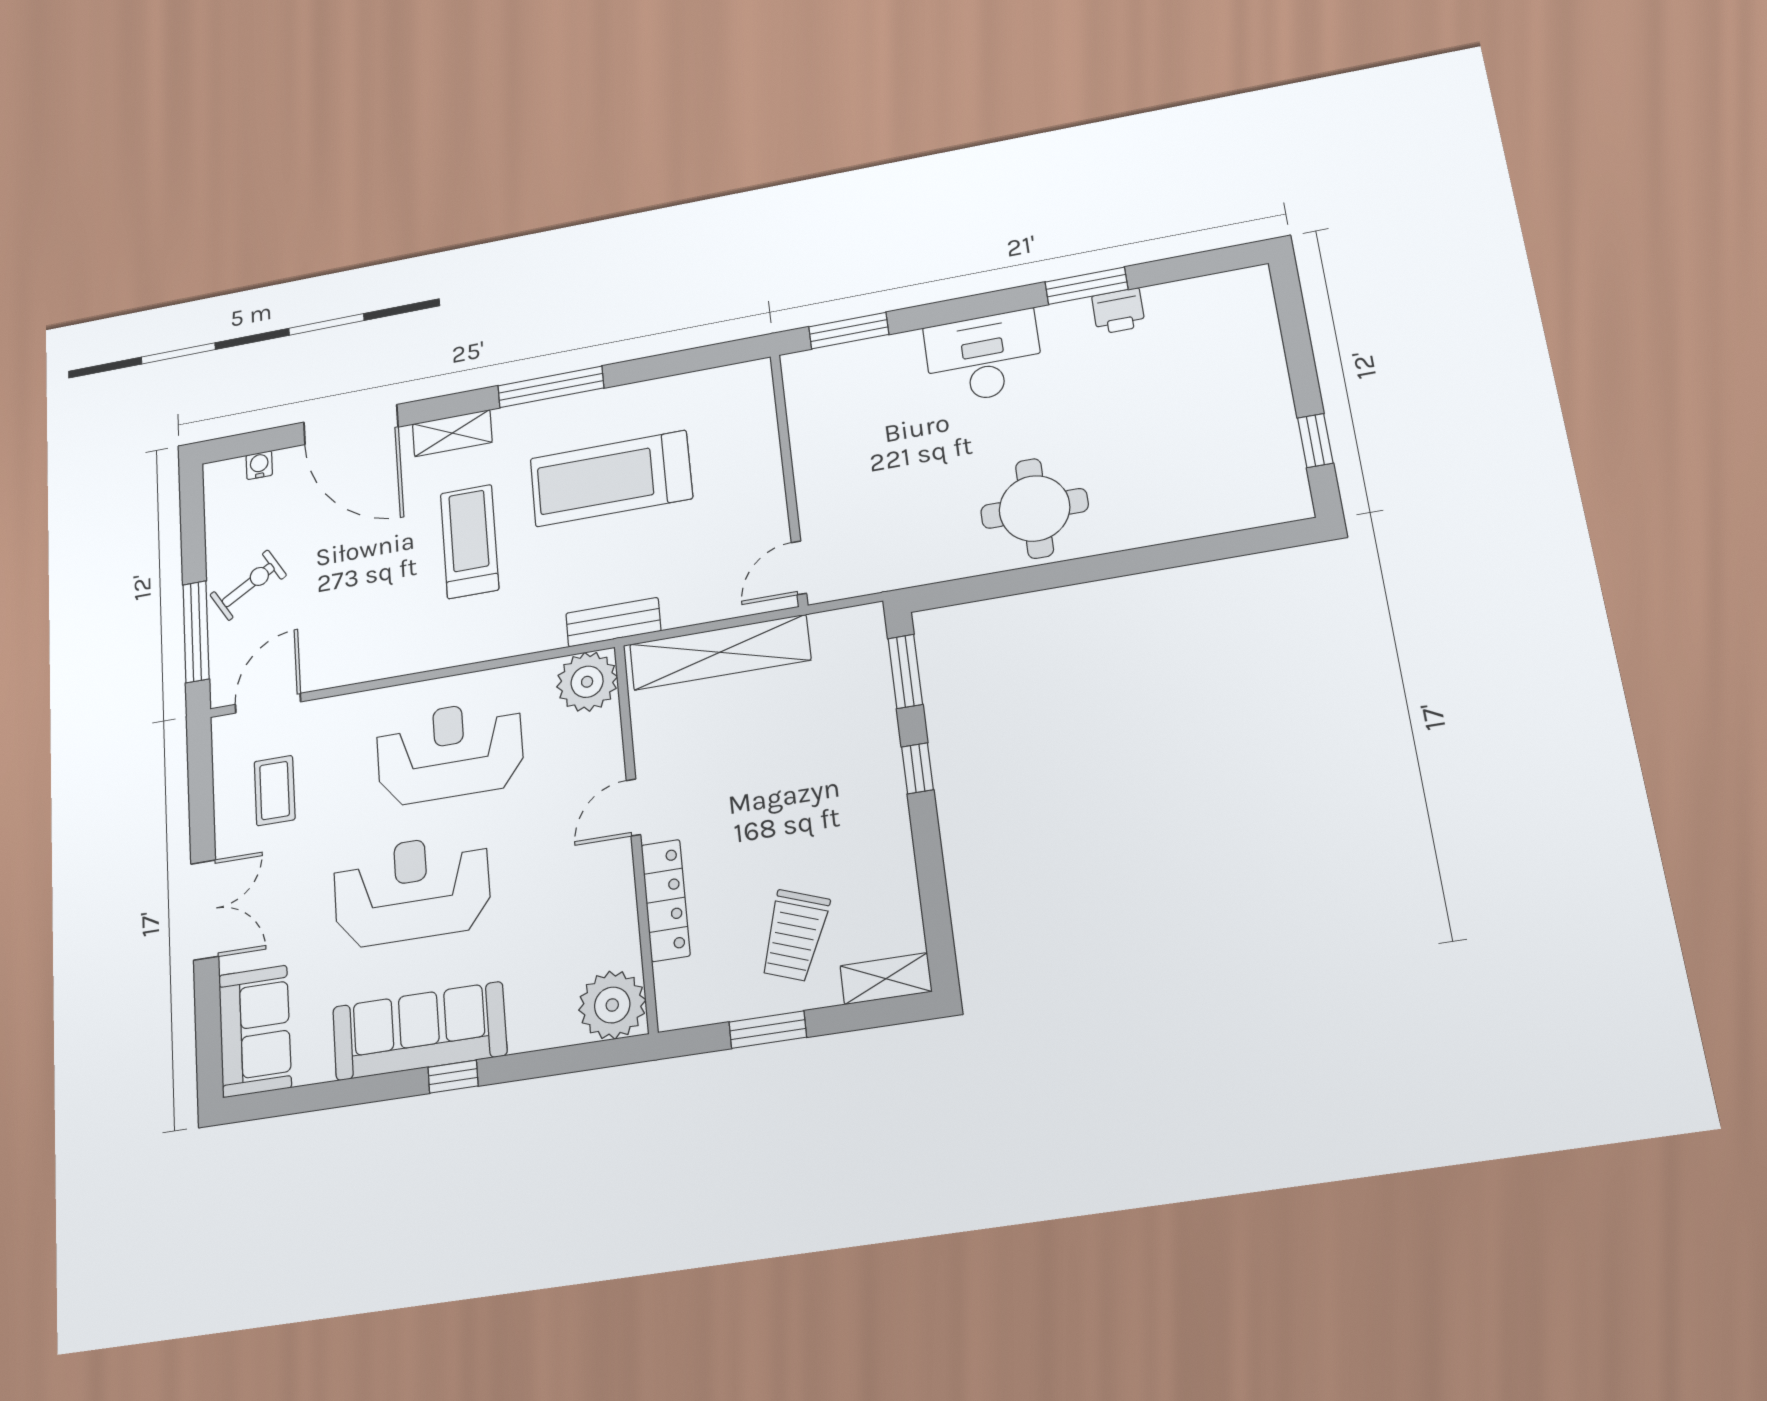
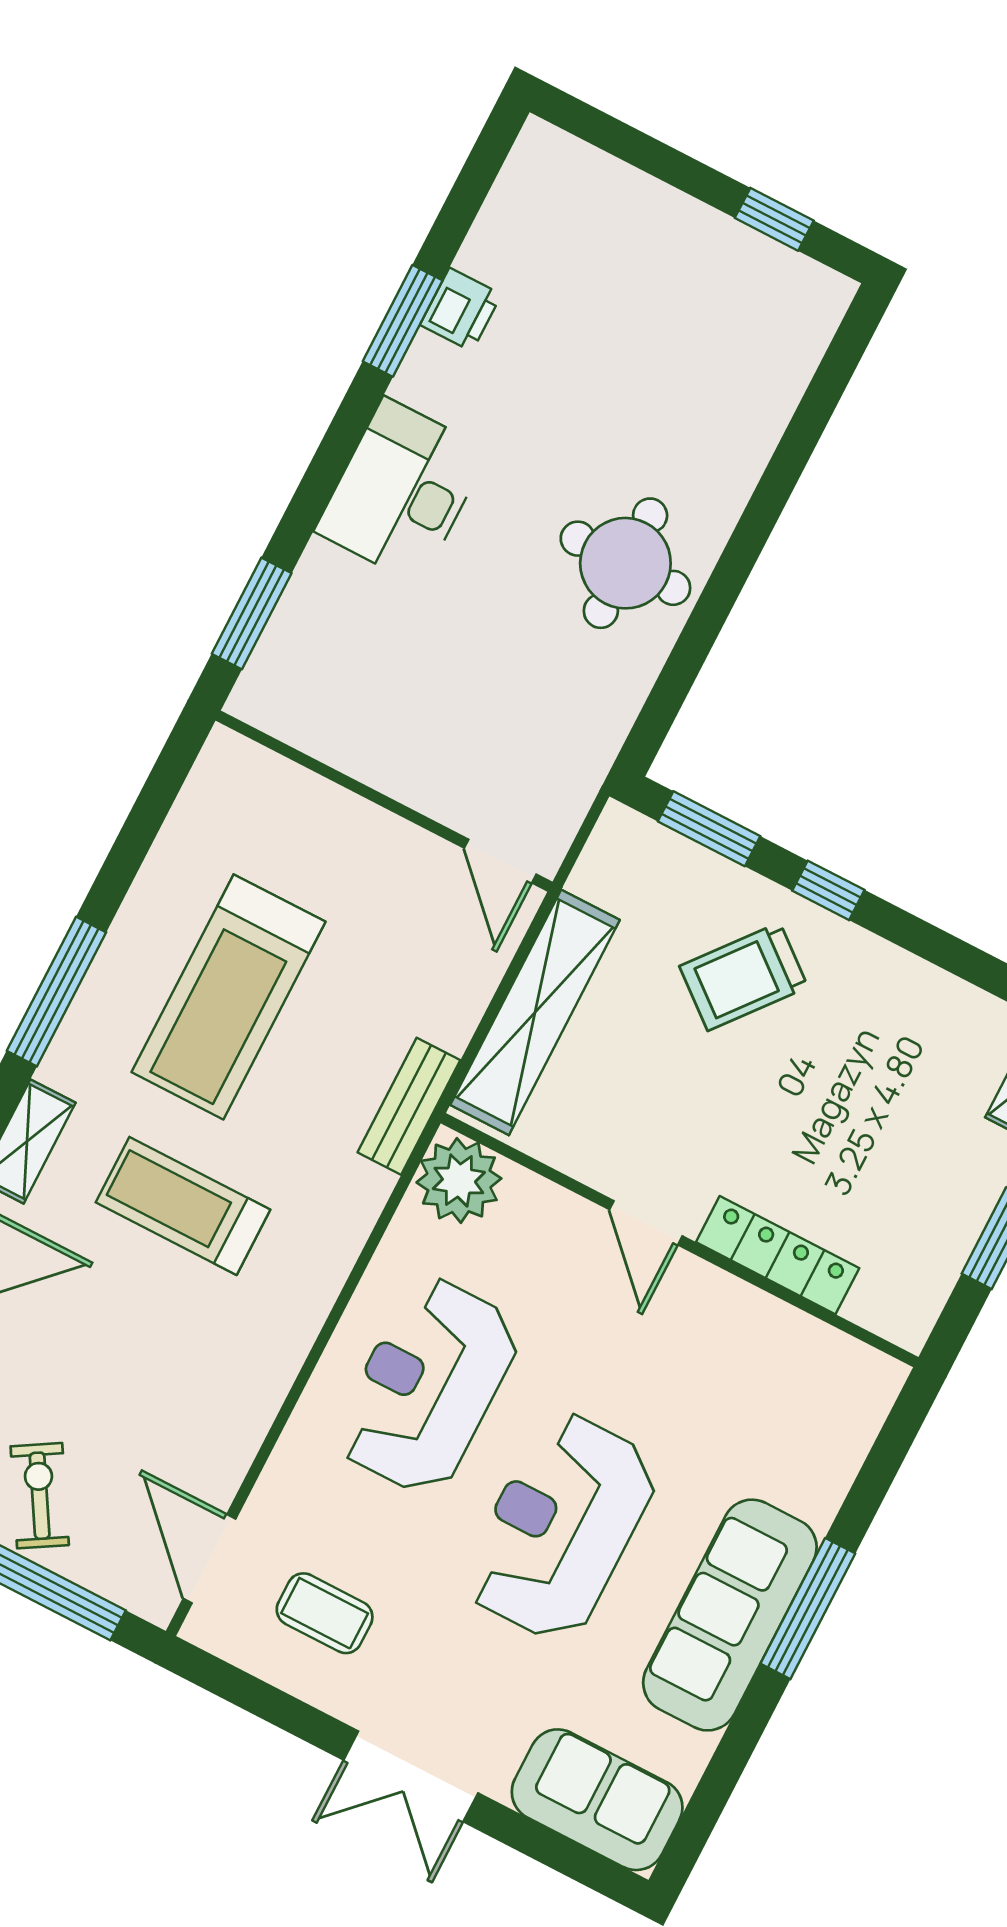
double door: (205, 910) -> (411, 1776), swing flipped
trolley: (794, 935) -> (744, 977), moved, turned 109
plant: (612, 1005) -> (853, 1386), removed
window: (453, 1077) -> (808, 1609), width x2.17

